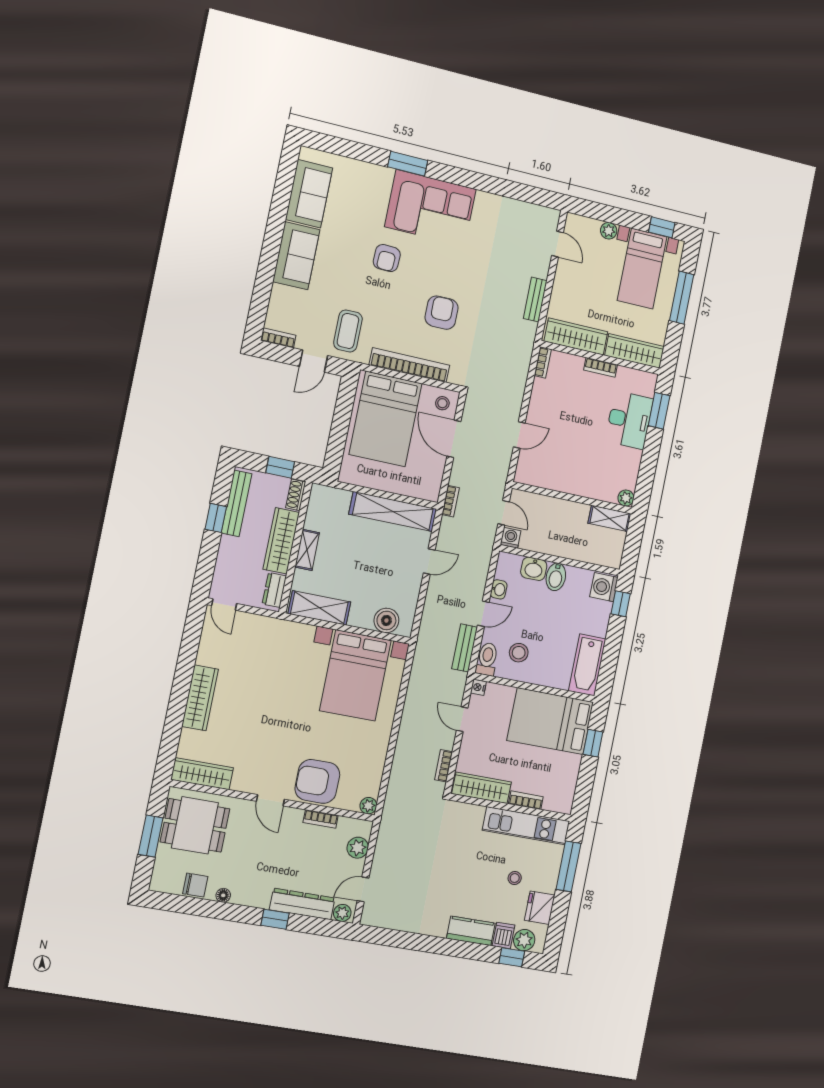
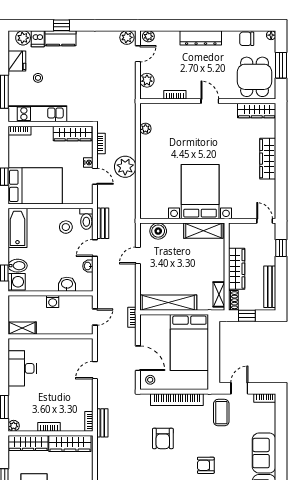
armchair: (387, 258) -> (206, 465), turned -92
bench: (535, 300) -> (102, 423), moved
bed: (385, 419) -> (189, 343), moved, turned 180
desk: (629, 420) -> (22, 368), moved
plant: (626, 498) -> (14, 426), moved
door: (504, 513) -> (95, 317), swing flipped
window: (216, 518) -> (281, 248), moved
washing machine: (511, 538) -> (53, 302), moved
shelving: (307, 550) -> (219, 294), moved
door: (429, 561) -> (138, 256), moved
bidet: (556, 577) -> (18, 266), moved, turned 90
dresser: (274, 590) -> (235, 236), removed
bed with nightstands: (355, 675) -> (200, 192), moved
nightstand: (478, 687) -> (88, 162), moved
plant: (415, 725) -> (125, 167), added
armchair: (317, 781) -> (182, 119), removed
bookcase: (526, 800) -> (19, 131), moved
plant: (368, 806) -> (145, 129), moved
dining table: (195, 825) -> (255, 77), turned 90
floor lamp: (223, 895) -> (271, 35), moved
dresser: (302, 904) -> (201, 38), moved
plant: (374, 916) -> (127, 37), added
window: (275, 919) -> (191, 25), removed
window: (512, 957) -> (61, 25), moved

